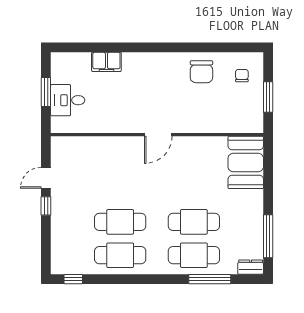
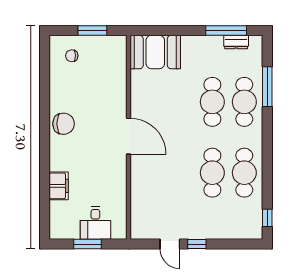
chair: (201, 72) -> (64, 124), moved
door: (158, 135) -> (129, 136), width x1.36
dresser: (251, 267) -> (236, 42), moved, turned -90

